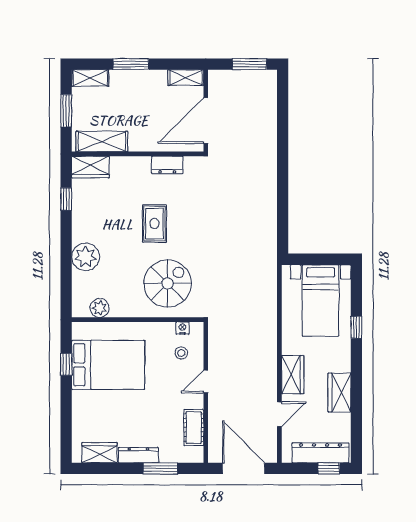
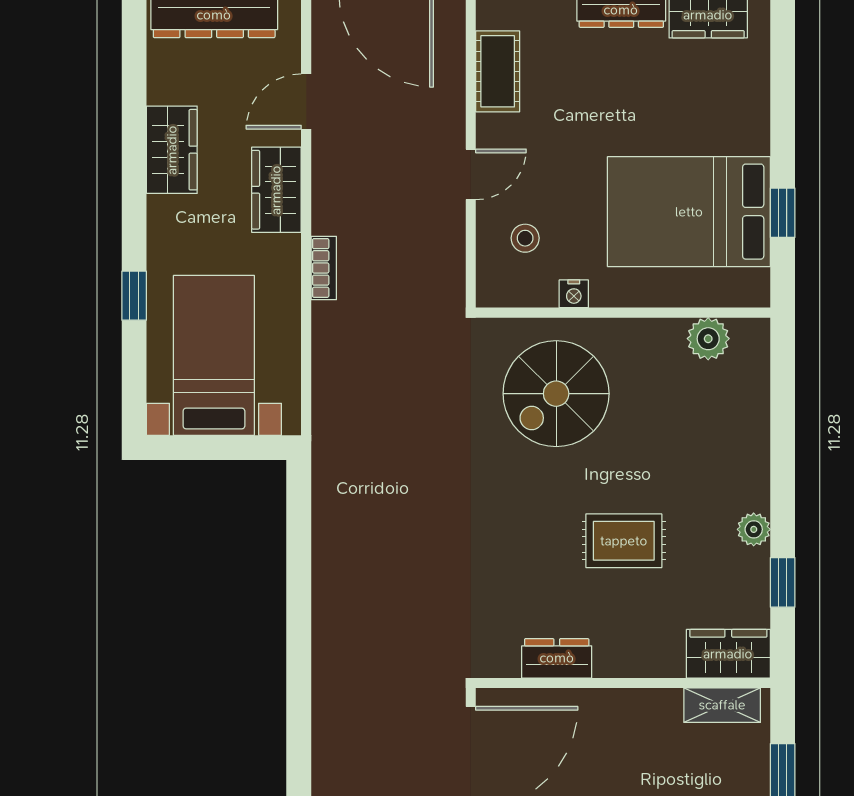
shelving: (102, 141) -> (722, 705), width x0.67, depth x0.75
rug: (154, 223) -> (624, 541), moved, turned 90
plant: (86, 257) -> (754, 529), moved, width x0.53, depth x0.53
nightstand: (182, 328) -> (574, 294), moved
bookcase: (272, 340) -> (324, 268), added

